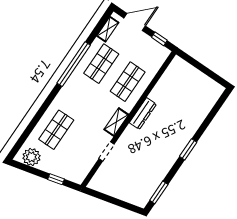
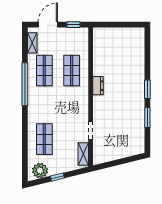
dresser: (143, 113) -> (98, 86), width x0.70
shelving: (116, 122) -> (83, 154), moved
window: (56, 179) -> (57, 177), moved
window: (159, 192) -> (147, 117), moved

